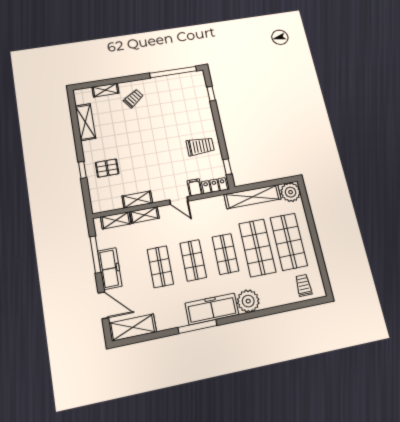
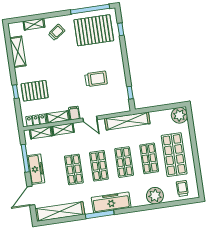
pallet: (179, 95) -> (94, 30), added
trolley: (200, 146) -> (96, 79), moved
pallet: (107, 168) -> (35, 91), width x1.50, depth x1.42
locker: (214, 186) -> (36, 120), moved
filing cabinet: (195, 187) -> (74, 113), moved
shelving: (253, 197) -> (127, 121), moved
shop shelf: (257, 248) -> (149, 158), width x0.70, depth x0.74
plant: (248, 301) -> (155, 196), moved
door: (103, 305) -> (31, 196), swing flipped
shelving: (133, 327) -> (60, 212), width x1.47

